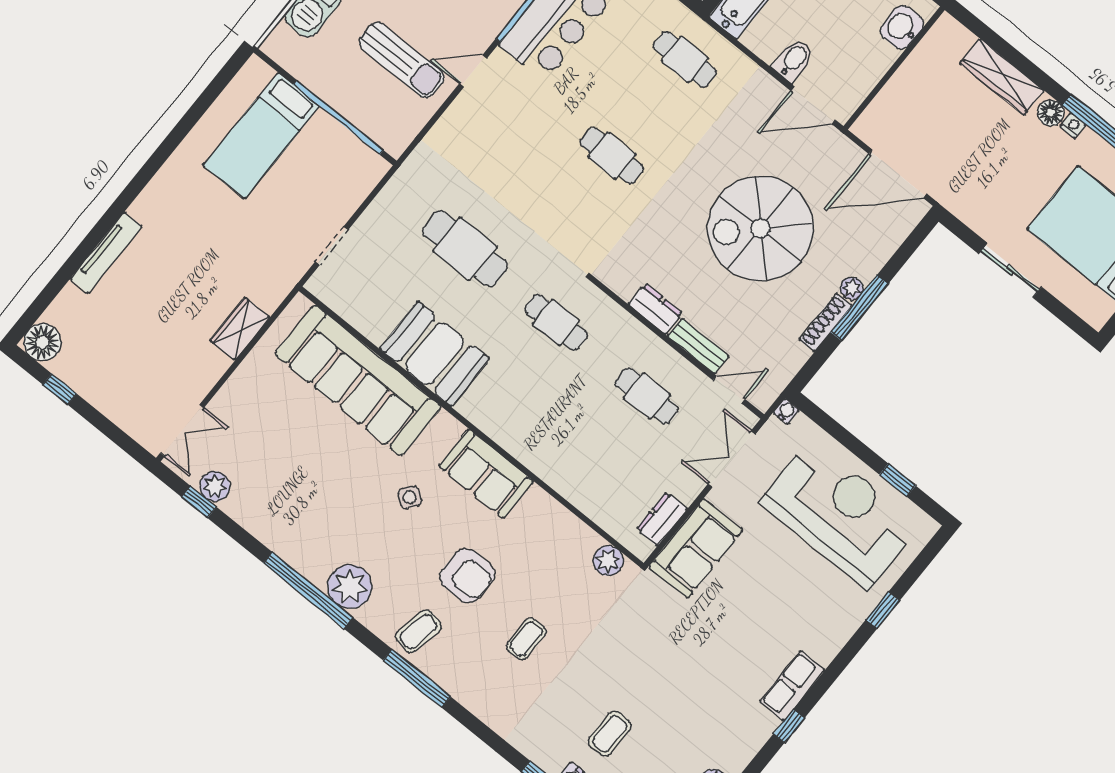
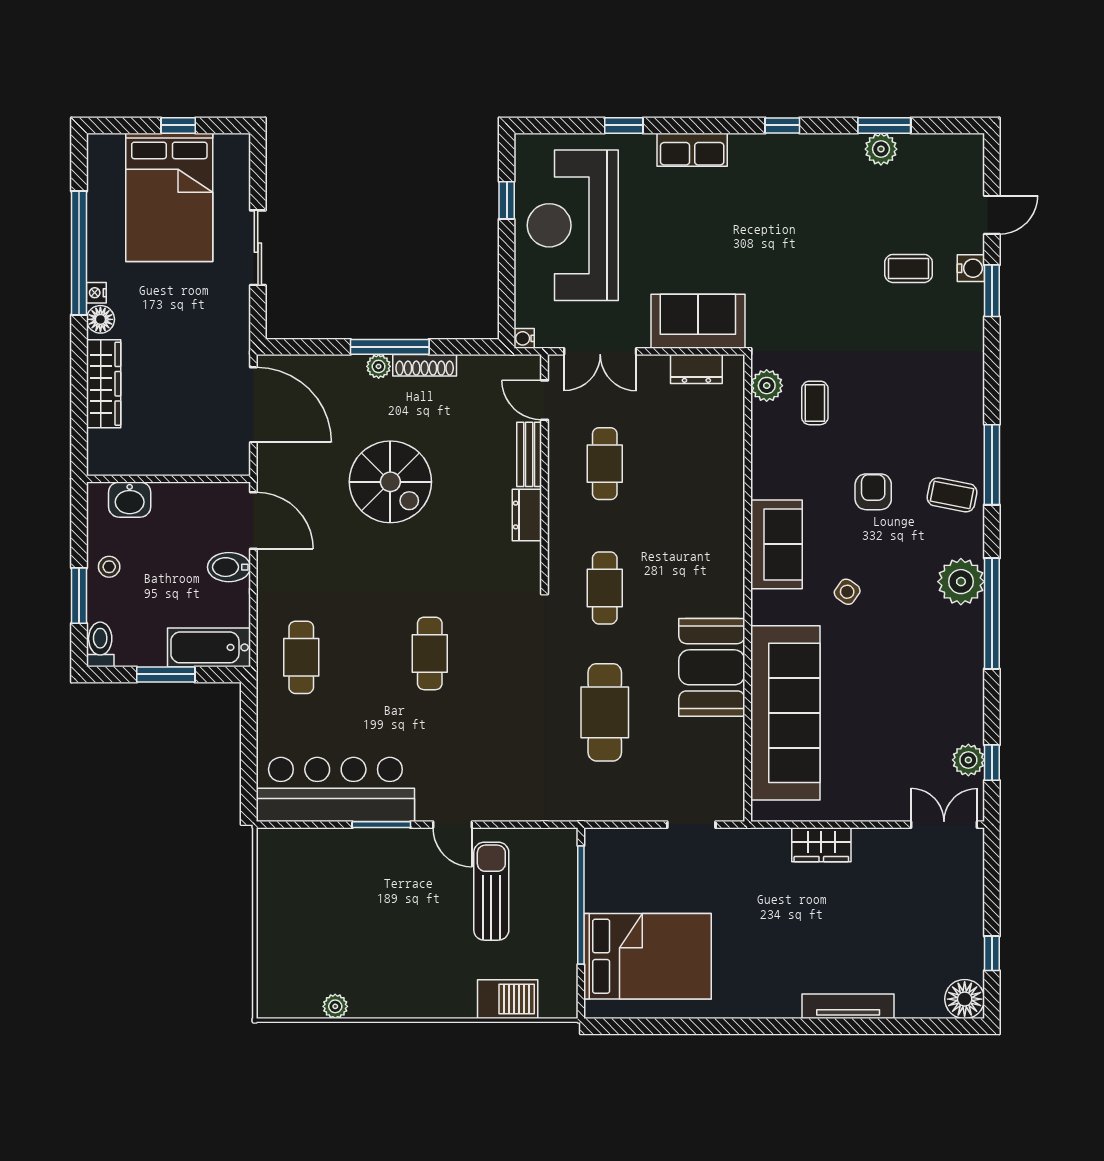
bed: (261, 136) -> (648, 956), width x1.50
spiral stairs: (760, 229) -> (390, 482), width x0.73, depth x0.73
armchair: (467, 576) -> (873, 492), width x0.72, depth x0.72
coffee table: (526, 639) -> (815, 403), moved, turned 90
row of seats: (792, 686) -> (692, 150), moved

